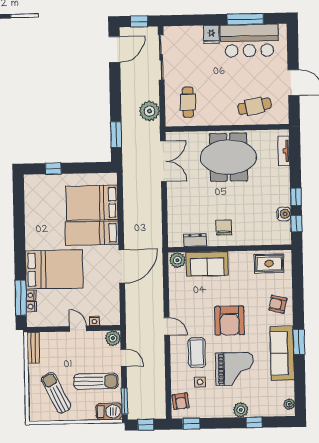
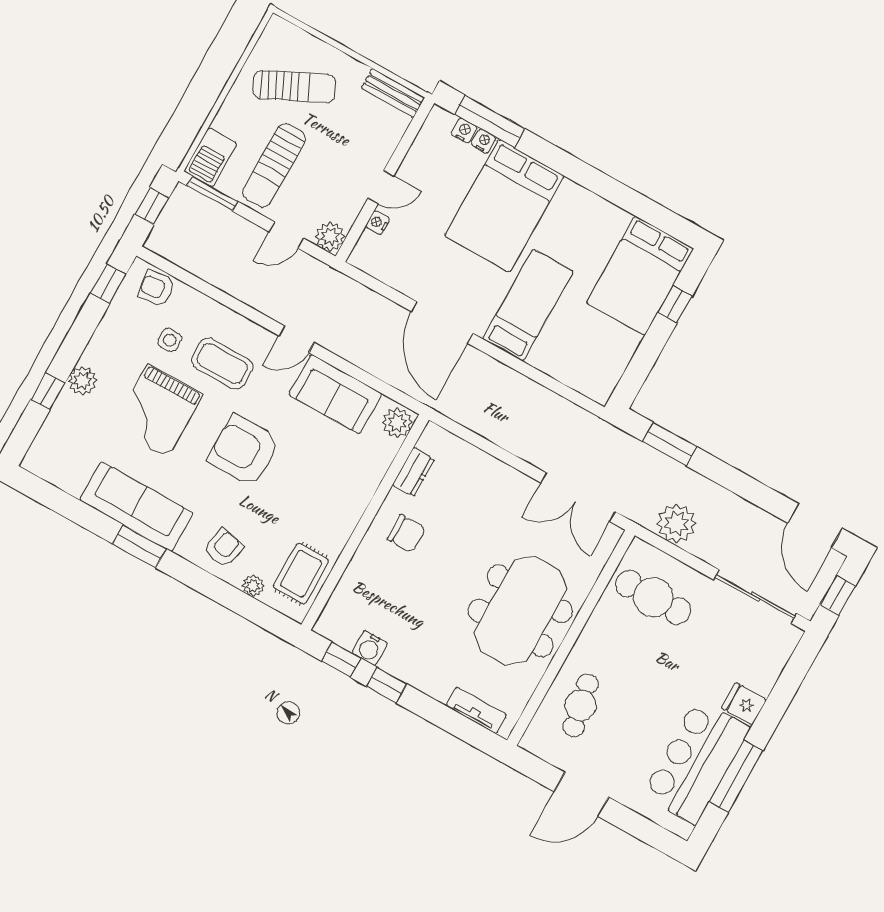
cafe table: (188, 102) -> (653, 597), width x1.37, depth x1.35
bed: (92, 203) -> (640, 276), moved, turned 180
sofa: (207, 264) -> (335, 394), moved, turned -90
plant: (289, 404) -> (253, 586), moved

